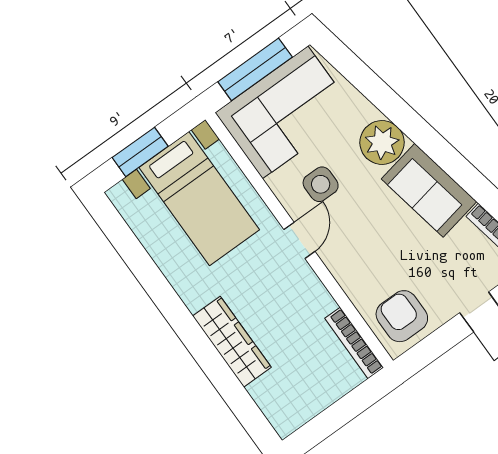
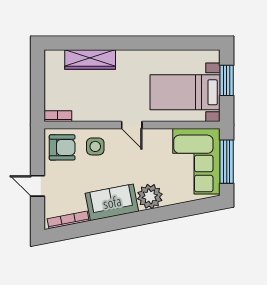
side table: (321, 184) -> (95, 146), moved
wardrobe: (232, 342) -> (90, 60), moved
bookcase: (354, 343) -> (58, 116), width x0.64

